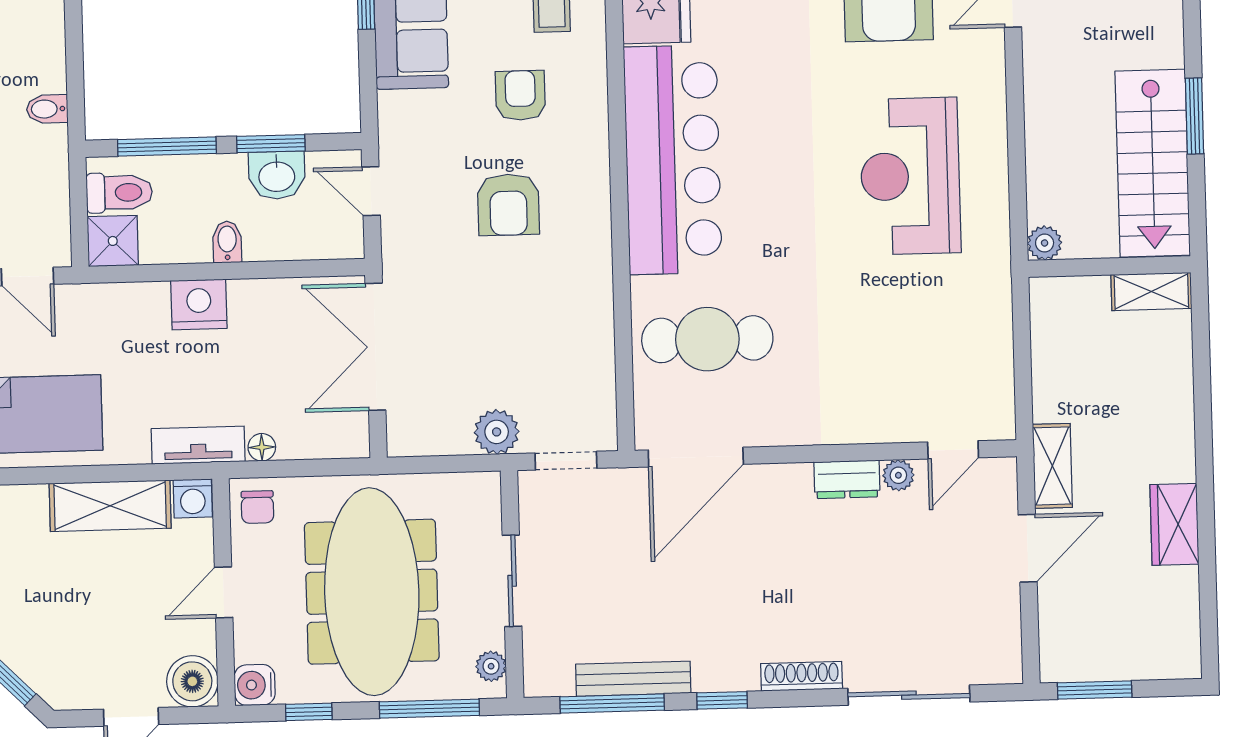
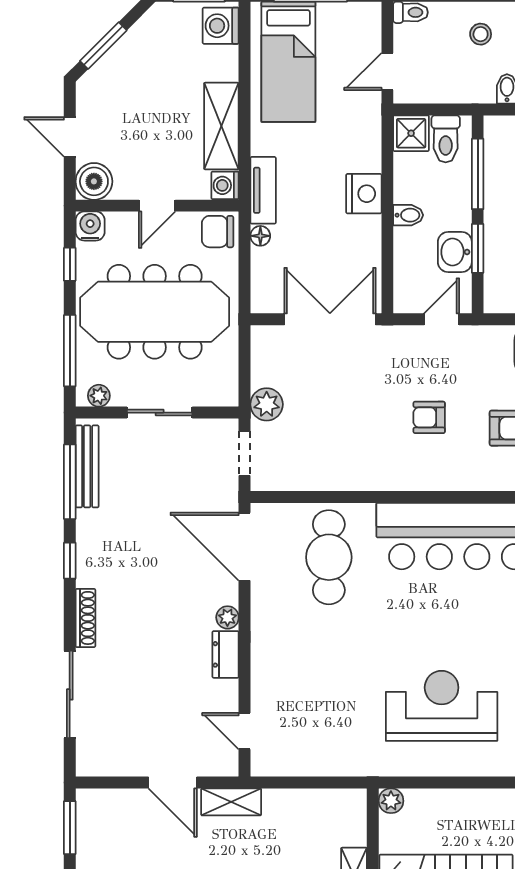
armchair: (508, 205) -> (429, 417), width x0.72, depth x0.72
plant: (898, 475) -> (227, 617), moved
chair: (257, 507) -> (218, 232), width x1.37, depth x1.37
door: (224, 592) -> (157, 206), swing flipped
bench: (633, 679) -> (87, 466), moved

